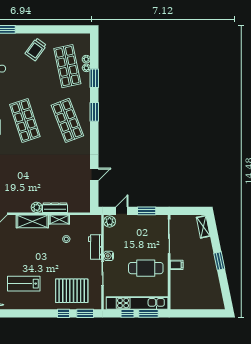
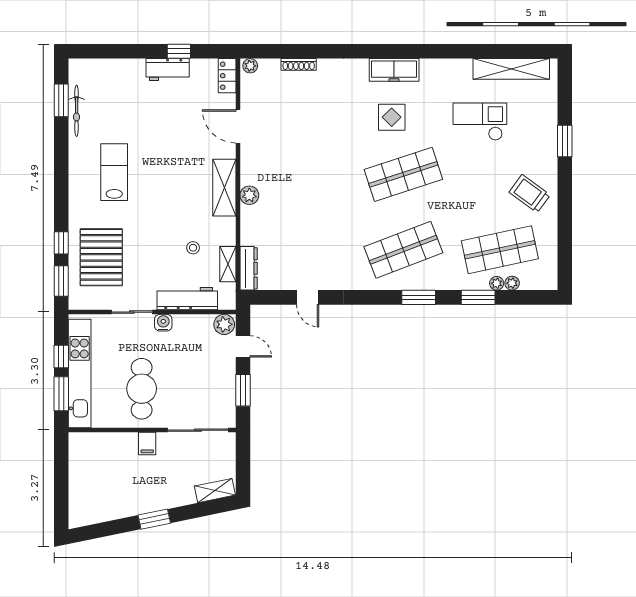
dresser: (55, 208) -> (249, 268), moved
shelving: (59, 219) -> (228, 264), moved
workbench: (95, 247) -> (187, 299), width x1.37

